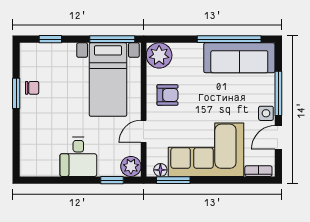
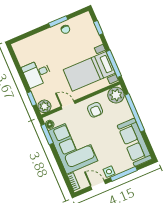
window: (229, 39) -> (135, 113), moved

